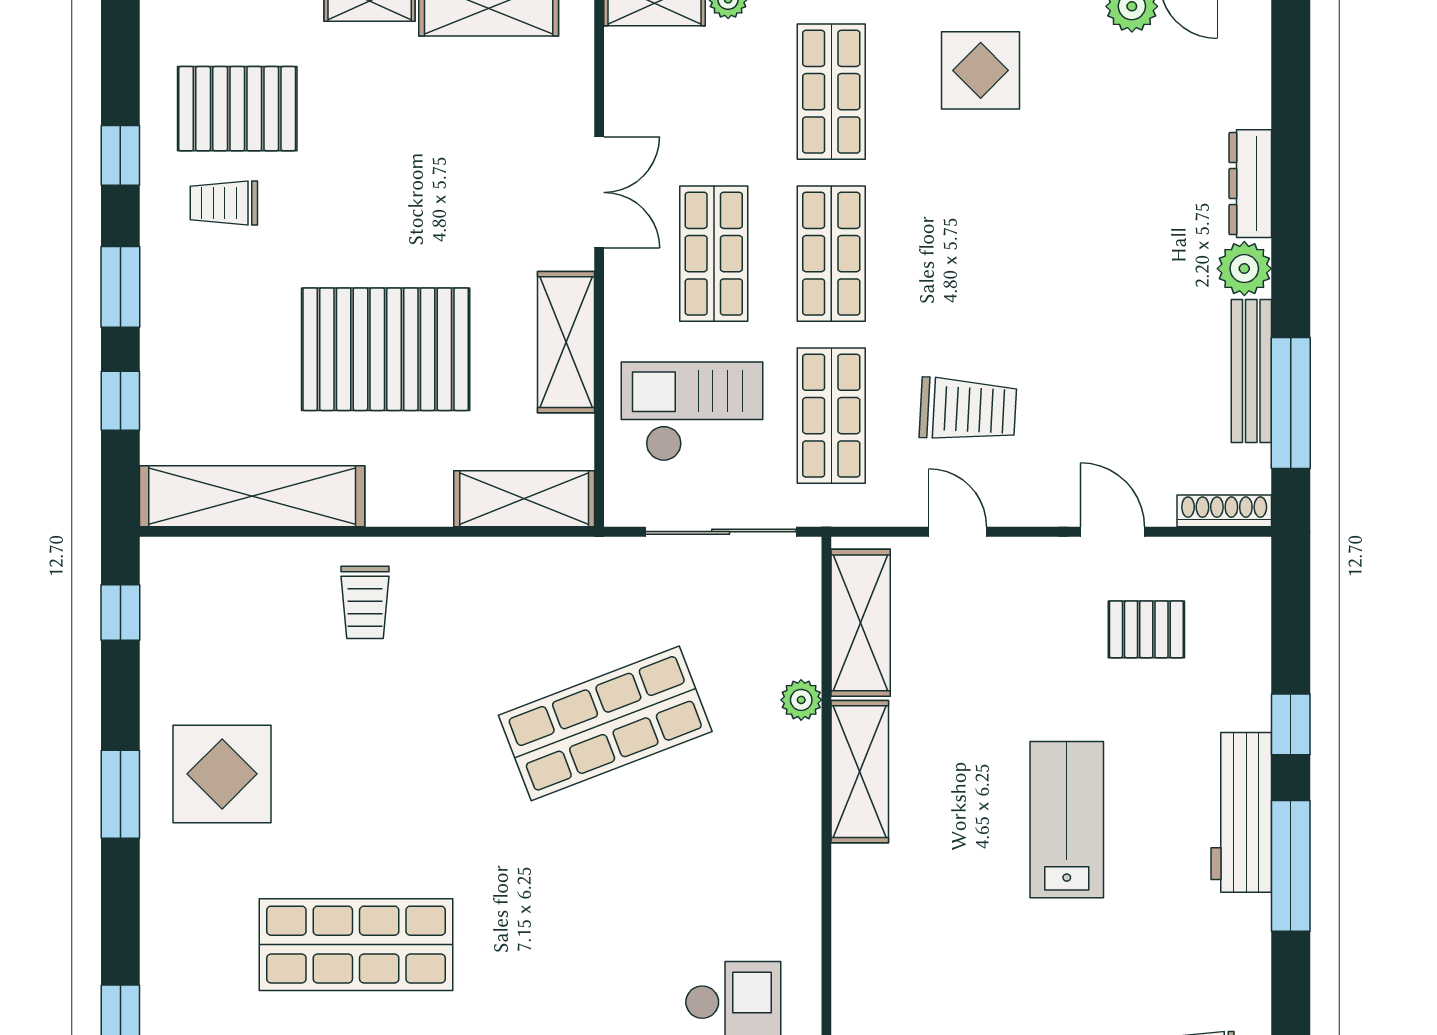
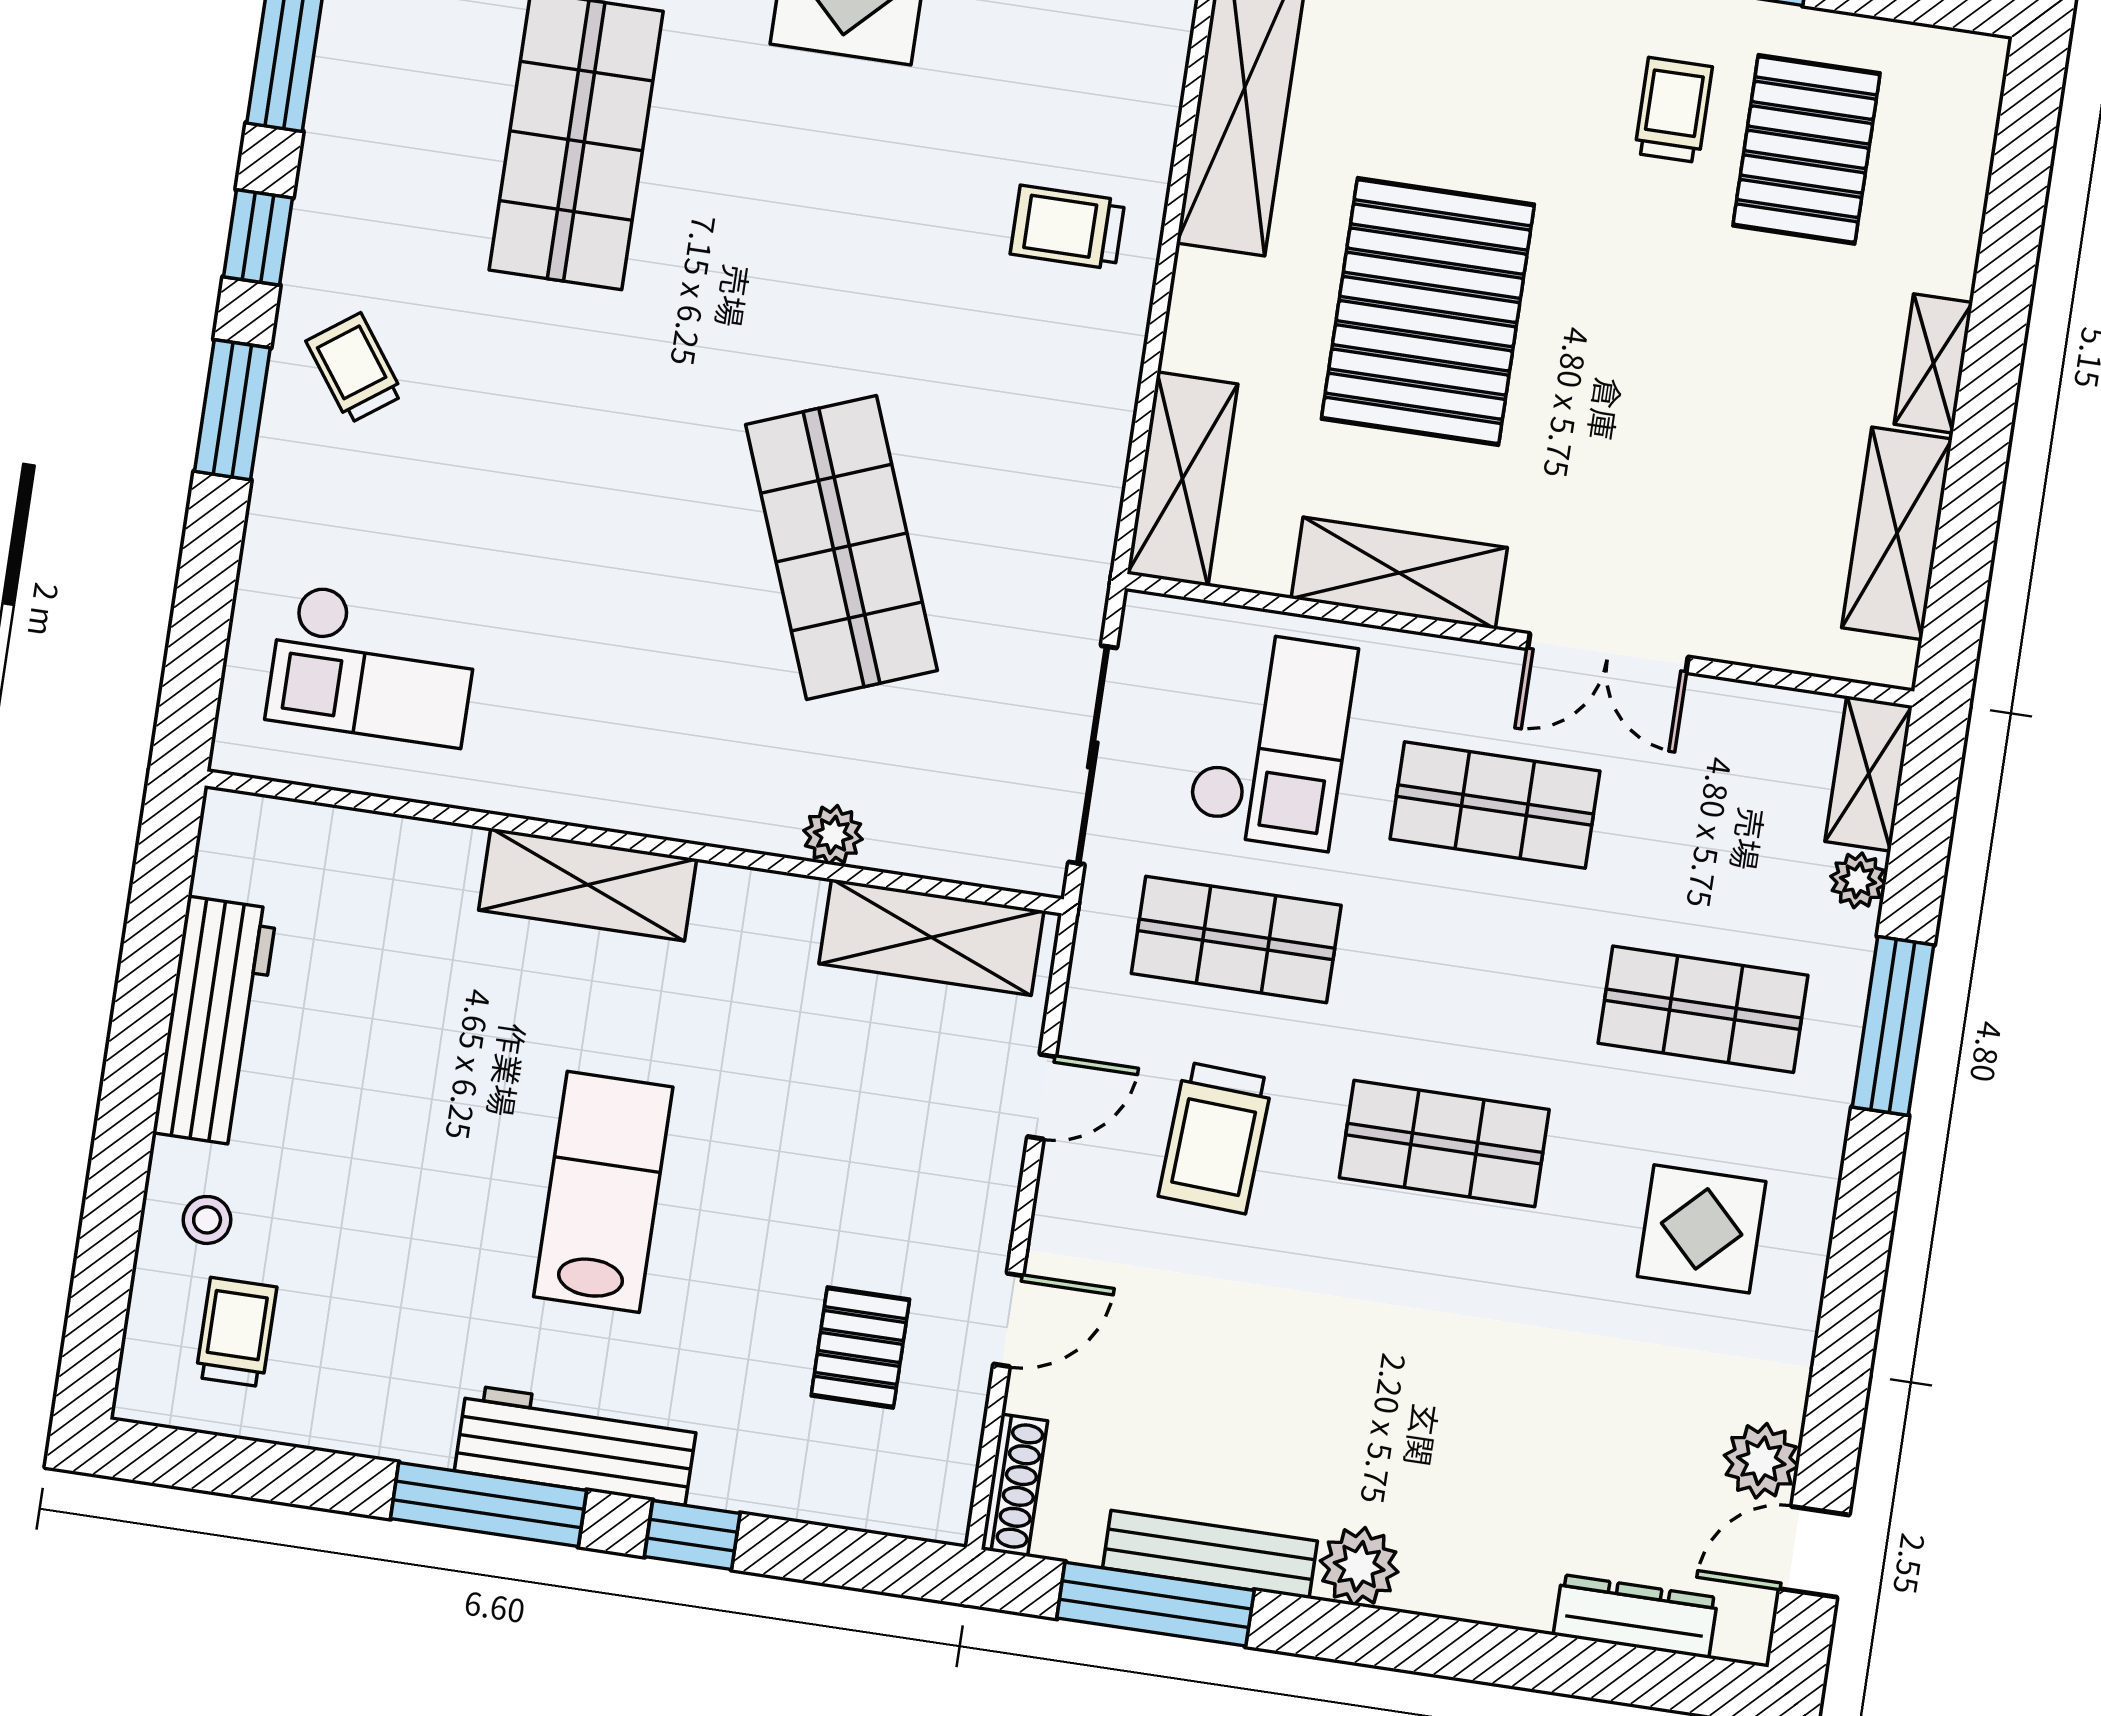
dresser: (1250, 184) -> (1635, 1616), moved
shop shelf: (831, 254) -> (1444, 1144), moved
shelving: (860, 772) -> (588, 885), moved
lab bench: (1067, 820) -> (603, 1192), turned -90

